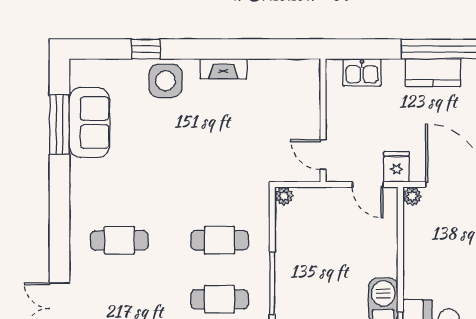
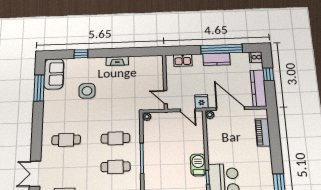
side table: (166, 81) -> (87, 91), moved
sofa: (89, 122) -> (54, 74), moved

